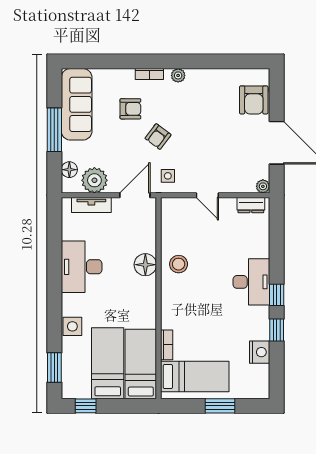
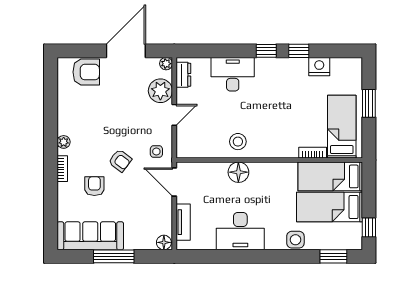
floor lamp: (69, 170) -> (164, 242), moved
plant: (94, 180) -> (160, 91), moved
desk: (251, 282) -> (233, 74), moved

